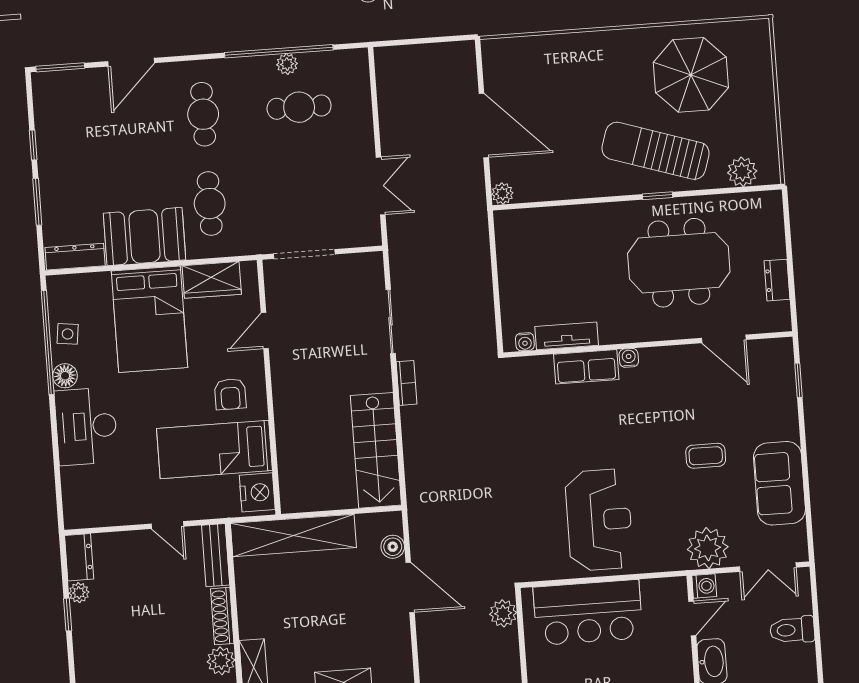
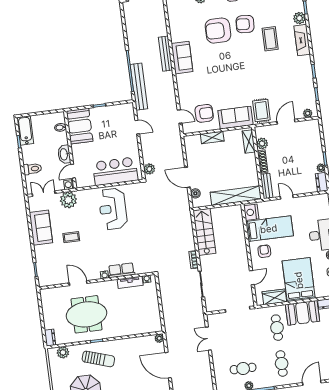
sun lounger: (655, 151) -> (98, 359), width x0.73, depth x0.75
dresser: (777, 280) -> (50, 338), moved
door: (724, 339) -> (78, 283), moved

